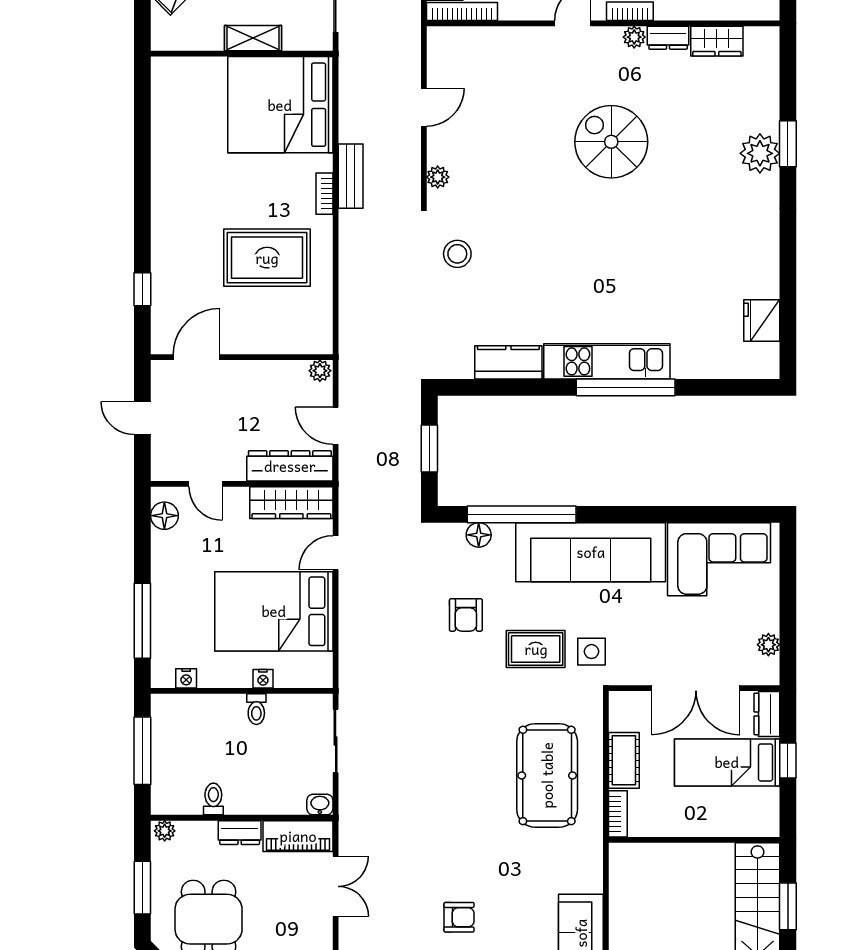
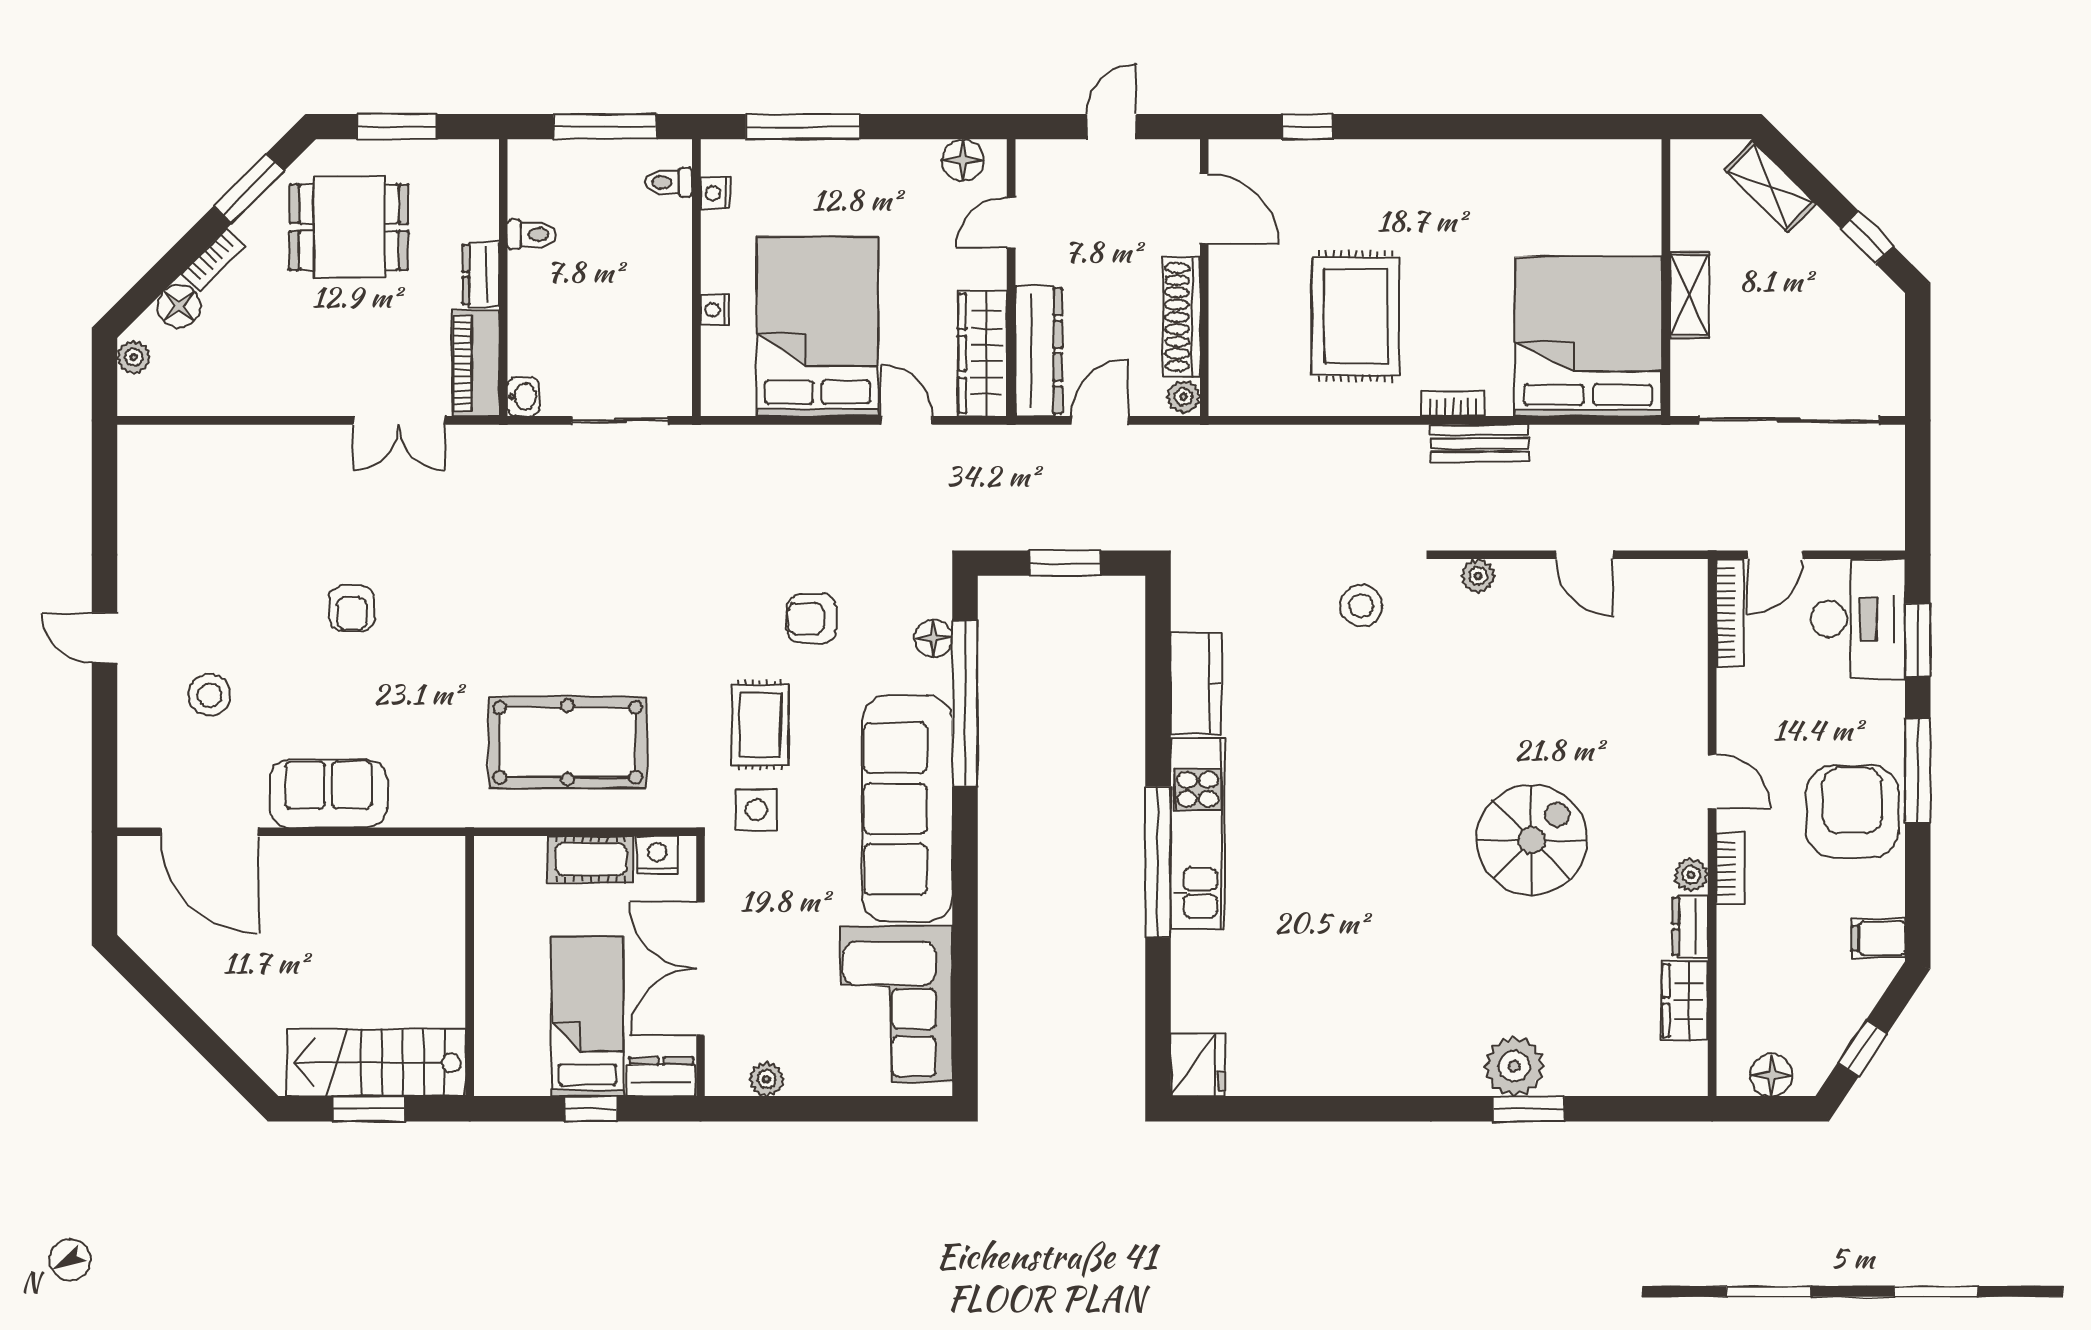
fridge: (762, 320) -> (1198, 1065), moved, turned 90
shoe rack: (268, 372) -> (1182, 317), added
toilet: (256, 709) -> (669, 182), moved
nightstand: (621, 717) -> (657, 855), added
bookcase: (618, 814) -> (509, 850), removed
plant: (165, 831) -> (483, 160), removed

